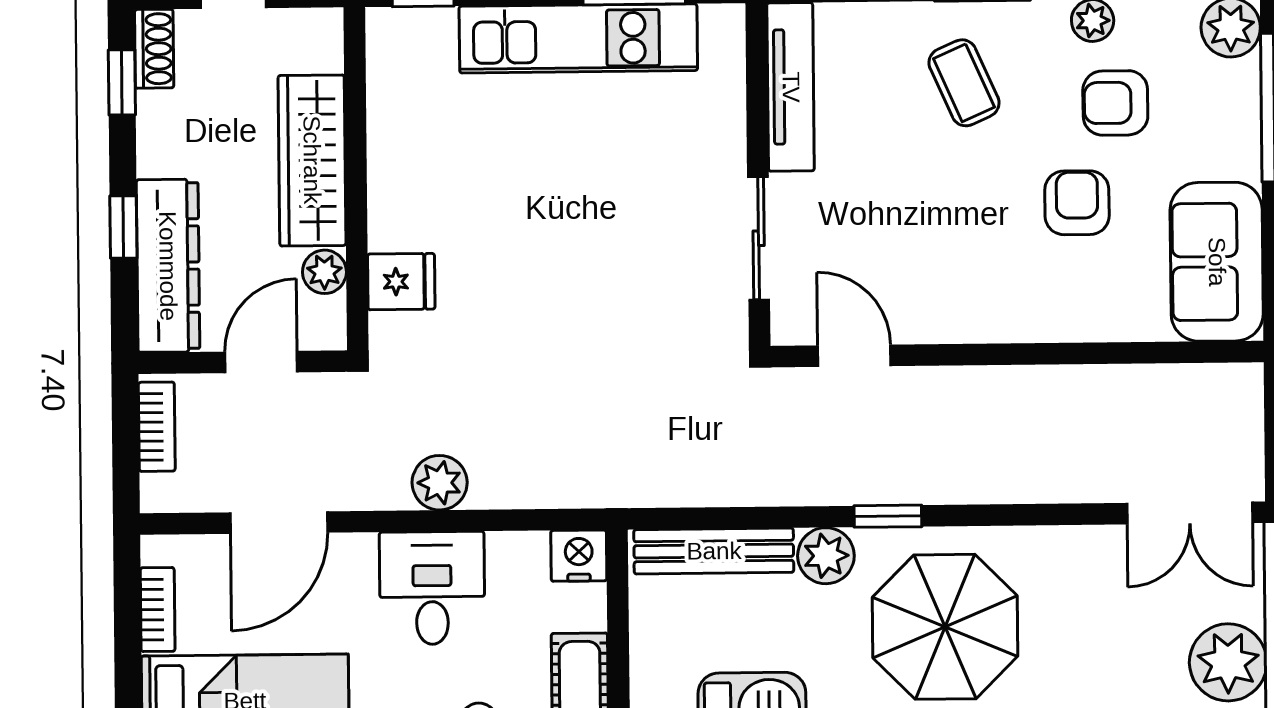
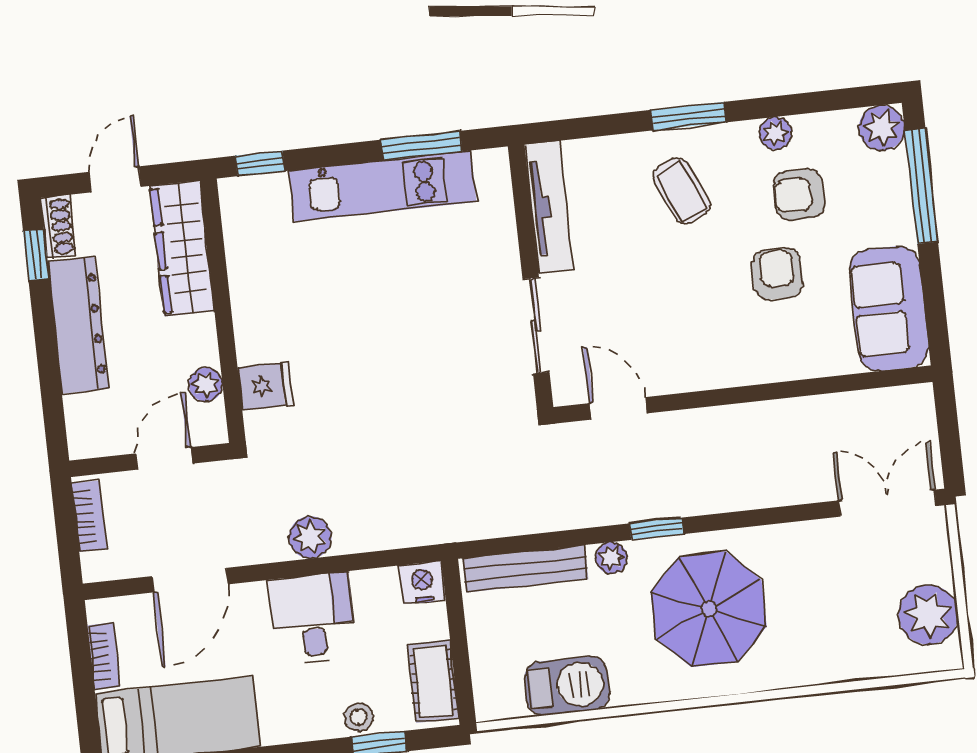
wardrobe: (312, 160) -> (182, 248), moved
window: (123, 227) -> (48, 366), removed
dresser: (168, 266) -> (78, 325), moved
double door: (1190, 513) -> (887, 503), swing flipped
plant: (826, 556) -> (611, 558), width x0.73, depth x0.73

